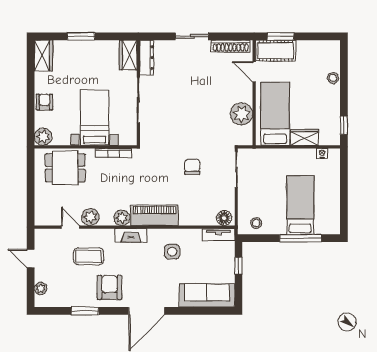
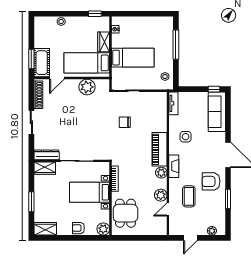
bed: (300, 205) -> (133, 58), moved, turned 180
floor lamp: (224, 218) -> (161, 99), removed
window: (238, 266) -> (214, 89), moved

